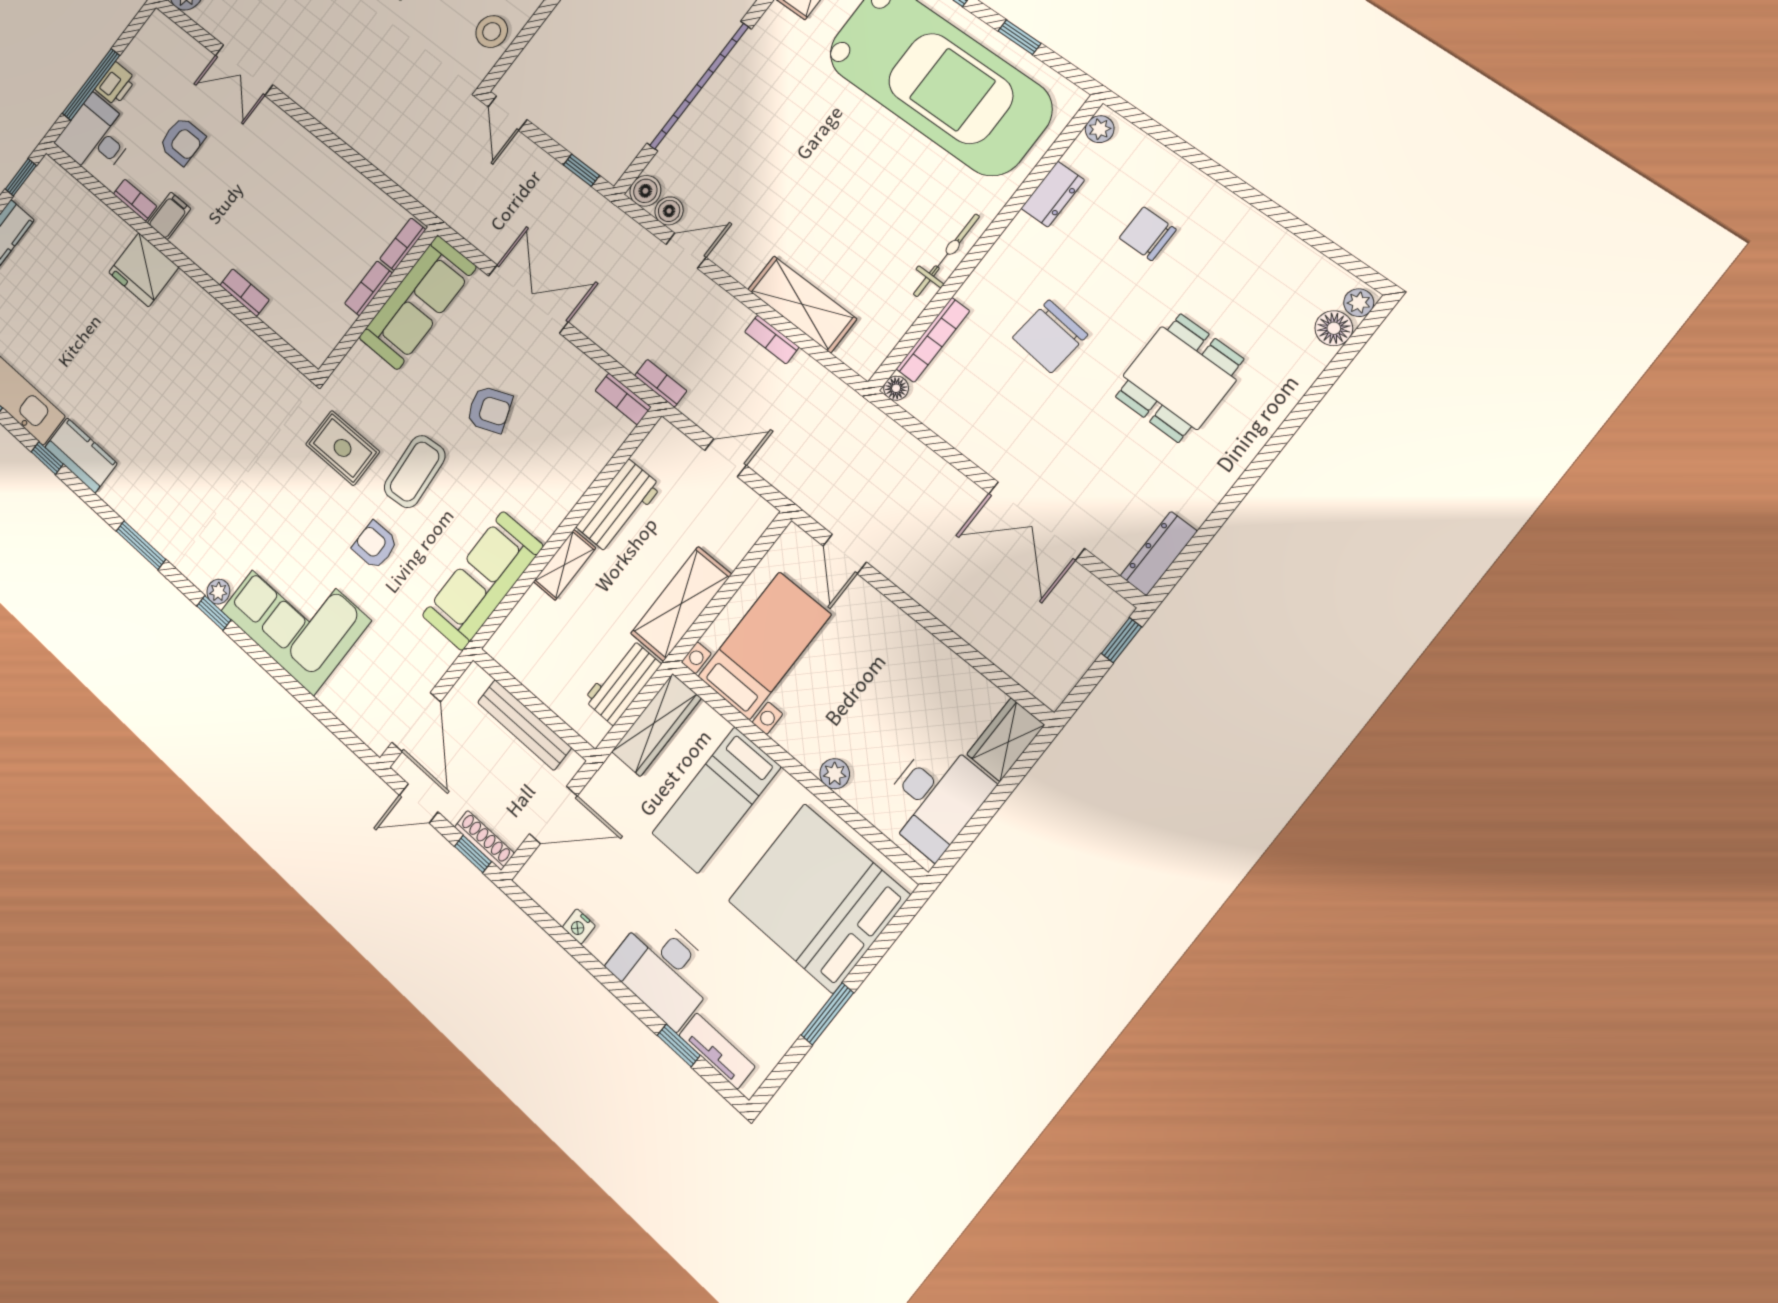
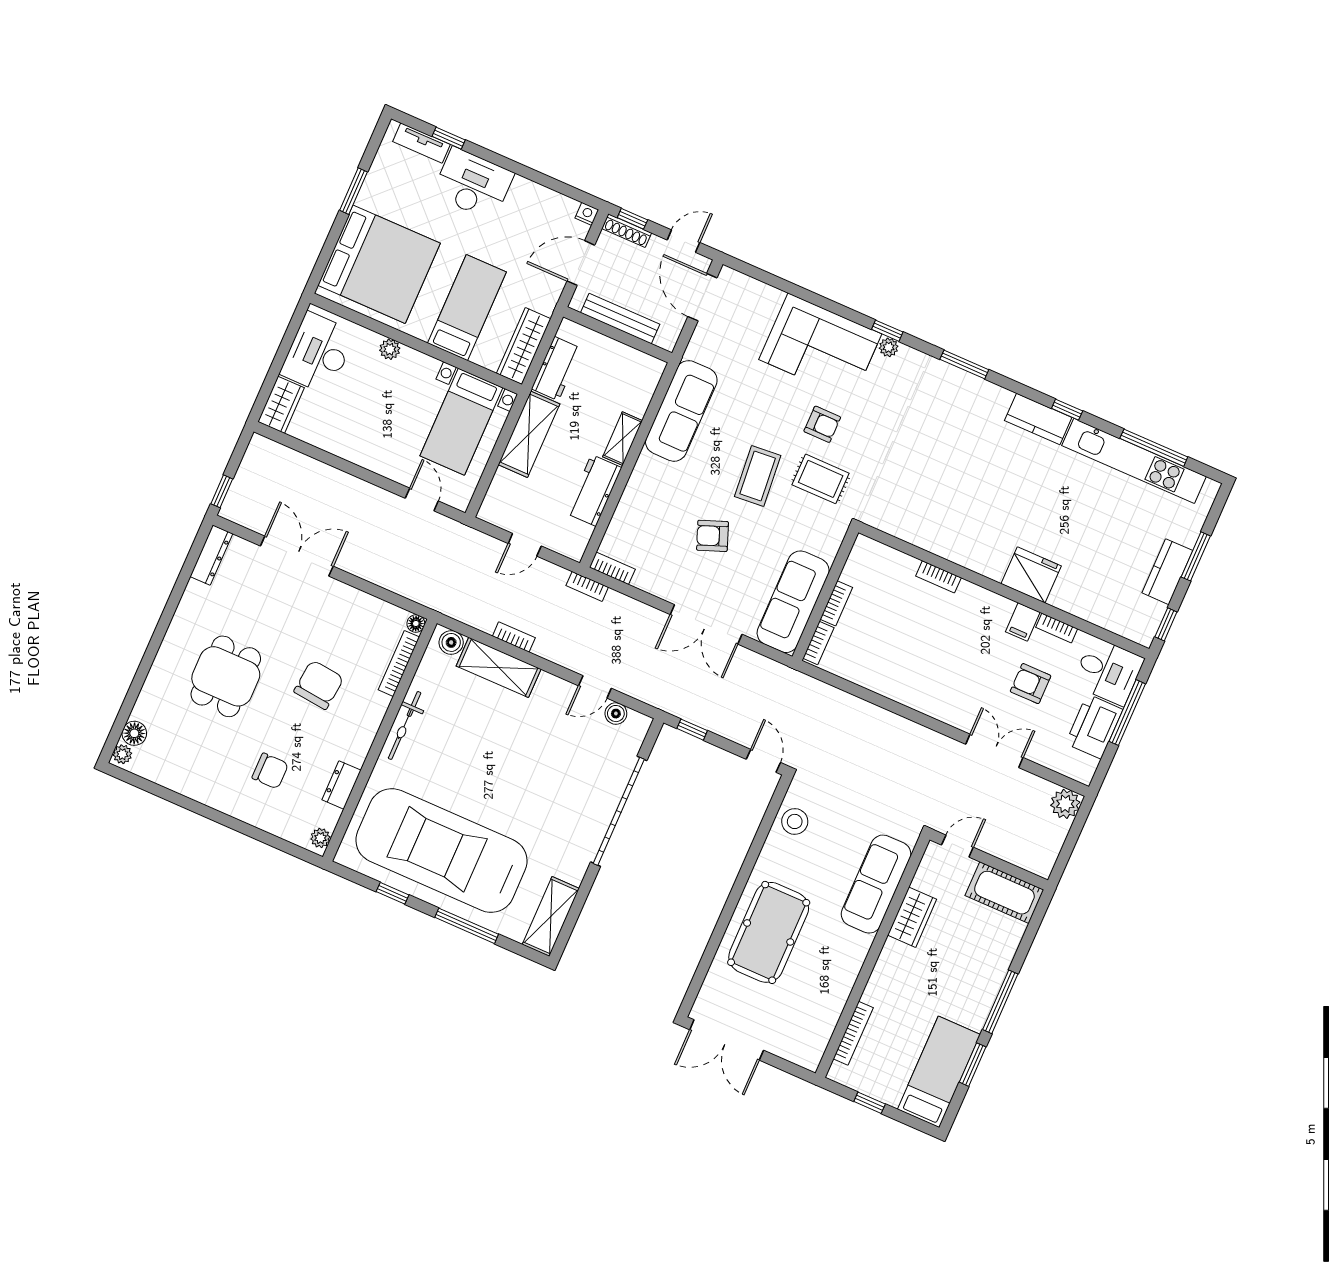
printer: (116, 84) -> (1094, 726), width x1.87, depth x1.48
boiler: (645, 191) -> (451, 642), moved
armchair: (375, 545) -> (822, 424), moved
nightstand: (579, 926) -> (587, 214), moved

